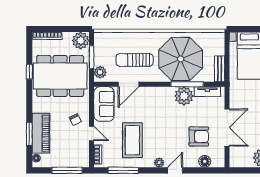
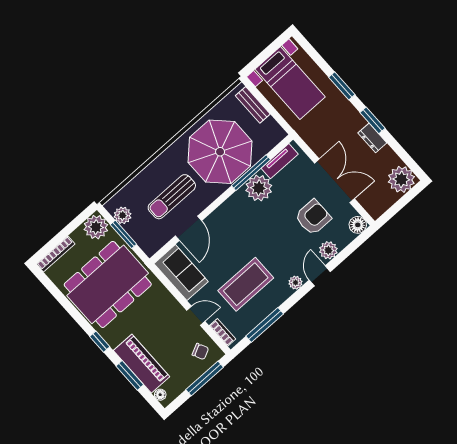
bench: (220, 69) -> (253, 105), moved
window: (29, 72) -> (100, 342), moved
plant: (100, 72) -> (123, 215), moved
chair: (75, 120) -> (200, 351), moved
coffee table: (132, 140) -> (246, 284), turned 90
plant: (191, 161) -> (328, 250), added
floor lamp: (205, 161) -> (358, 225), moved

